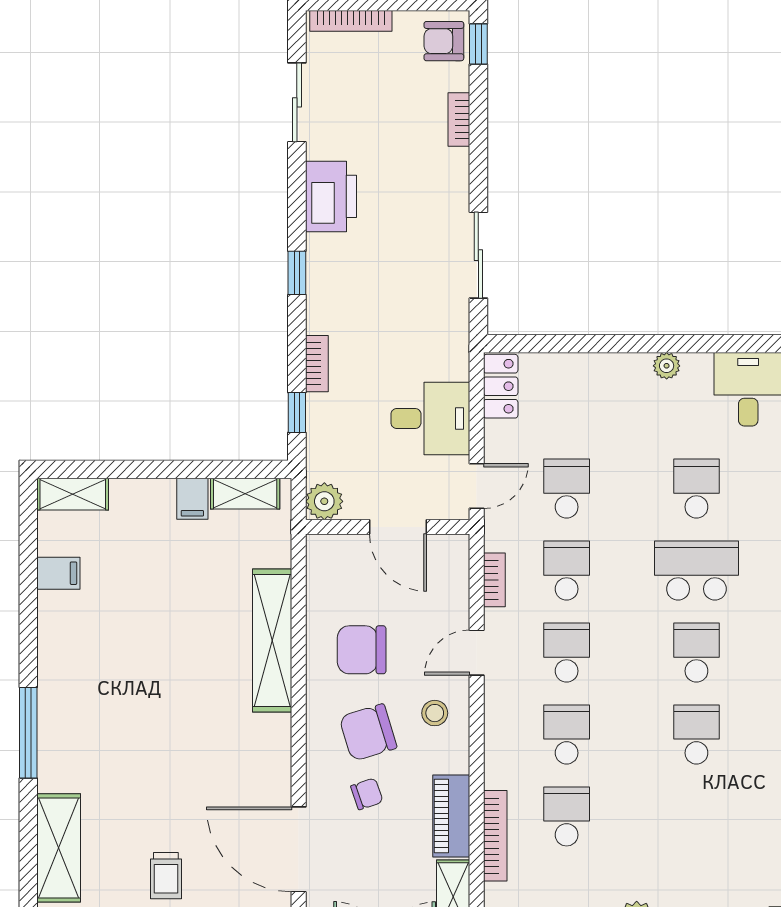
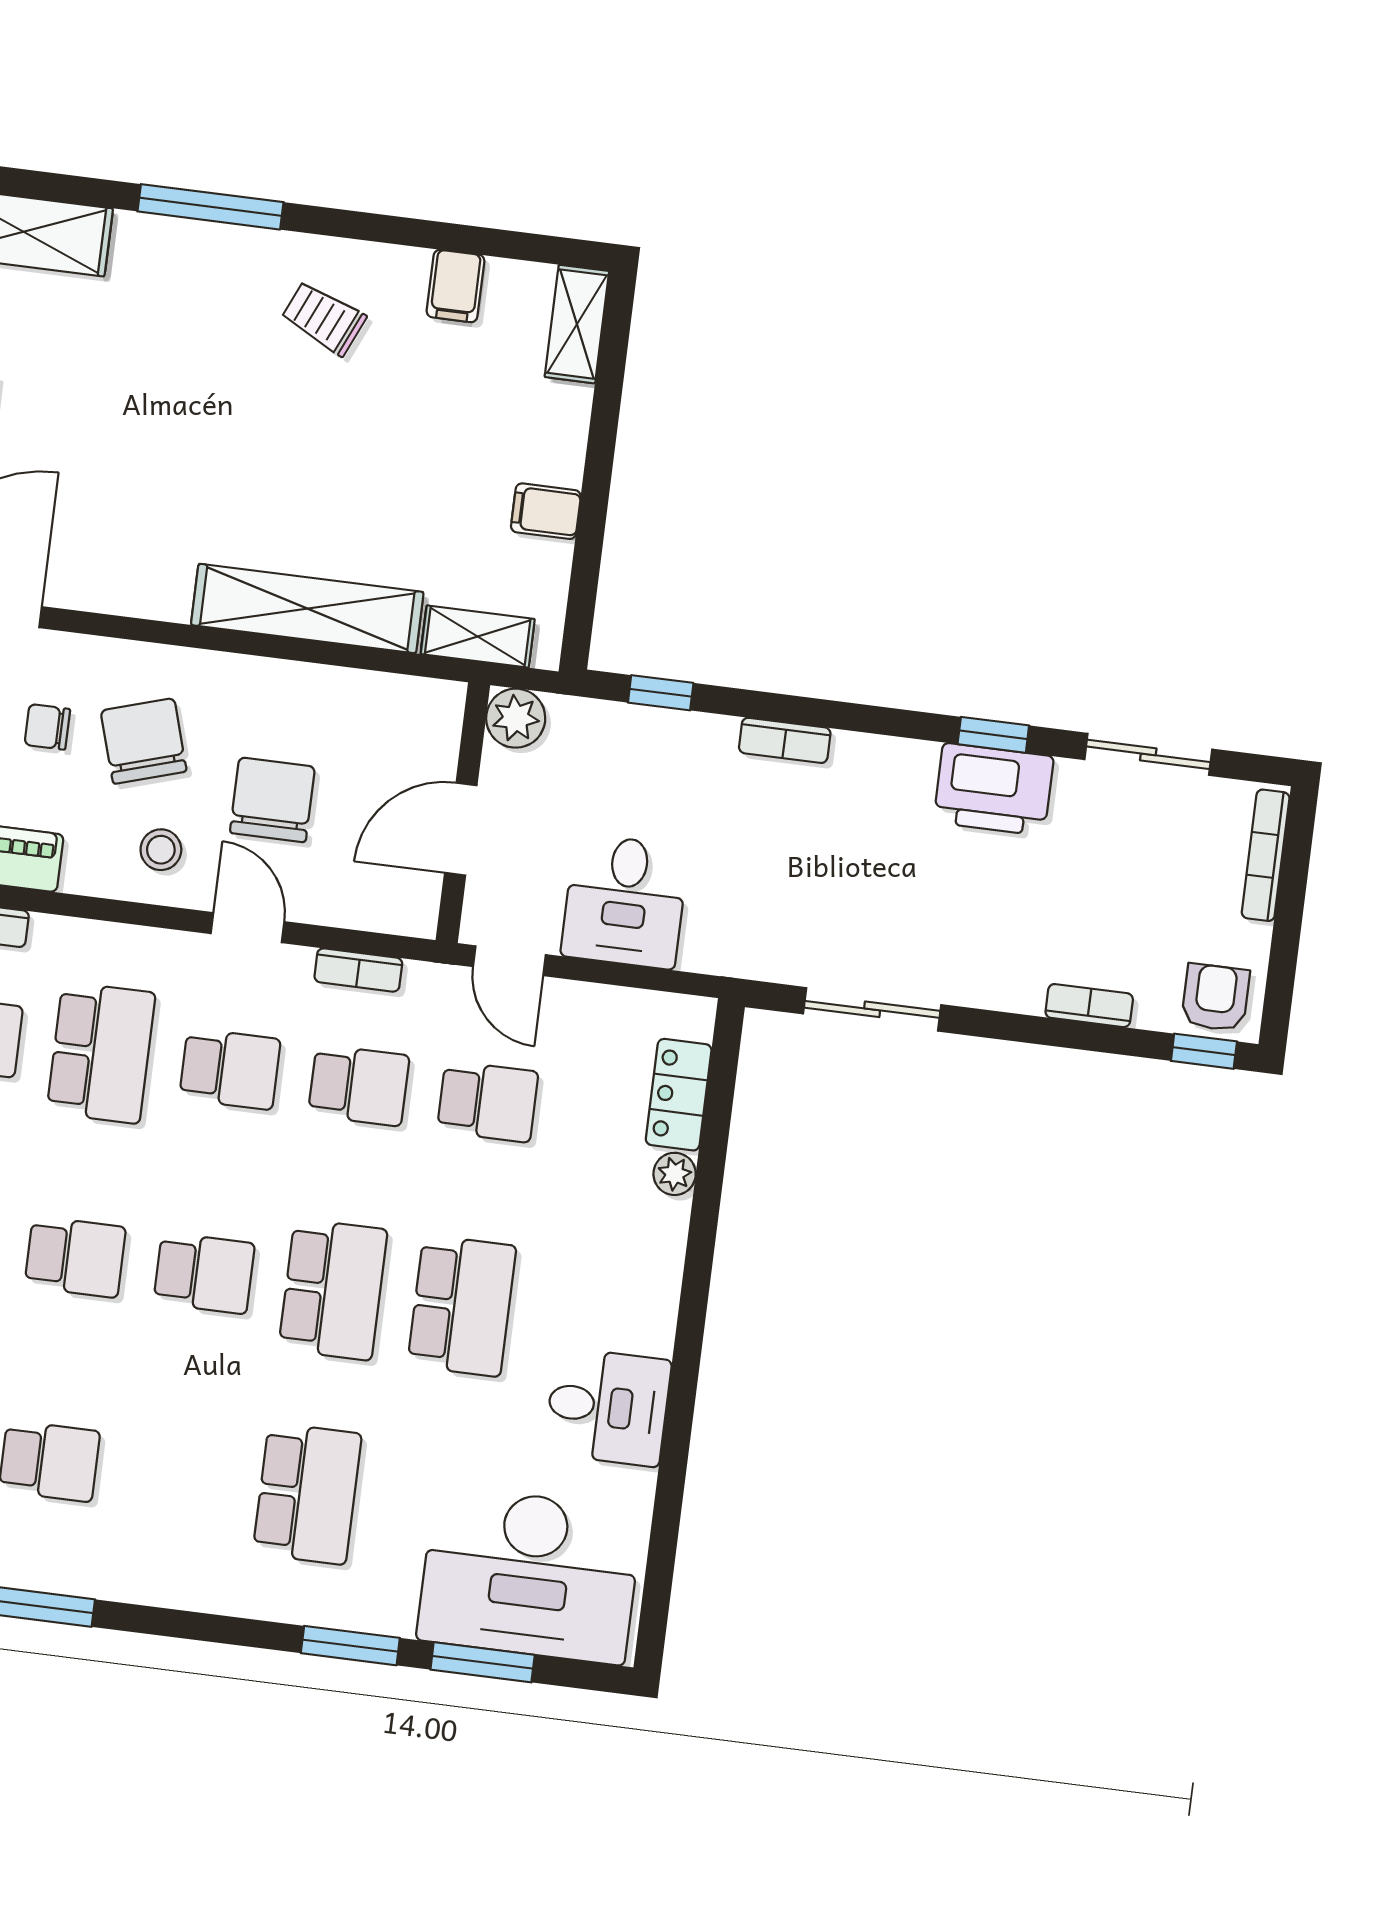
window: (297, 273) -> (993, 735), moved
bookcase: (317, 364) -> (785, 740), moved
plant: (667, 366) -> (675, 1174), moved
locker: (501, 386) -> (679, 1095), moved, turned 90
school desk: (696, 489) -> (462, 1306), width x1.85
shelving: (245, 494) -> (478, 637), moved, turned 90
chair: (362, 650) -> (272, 800), moved
trolley: (89, 653) -> (324, 318), added
school desk: (567, 734) -> (101, 1053), width x1.85
chair: (367, 794) -> (47, 727), turned 109

